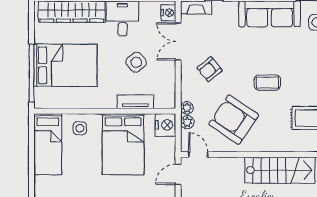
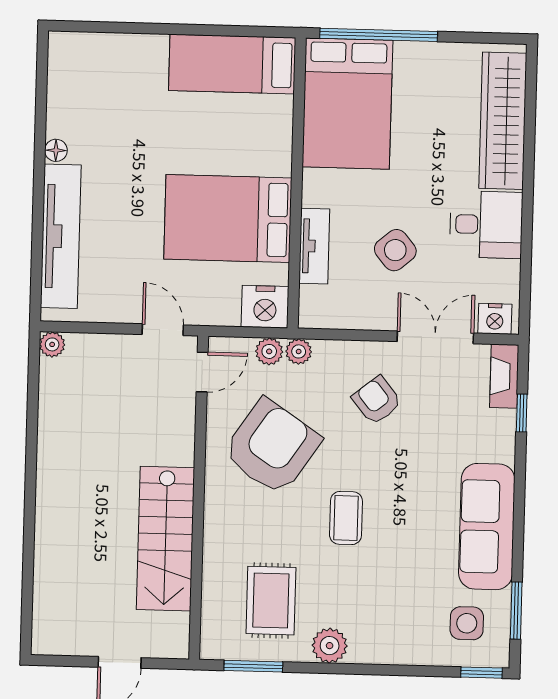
bed: (65, 65) -> (347, 104), moved
side table: (80, 128) -> (263, 131), removed

